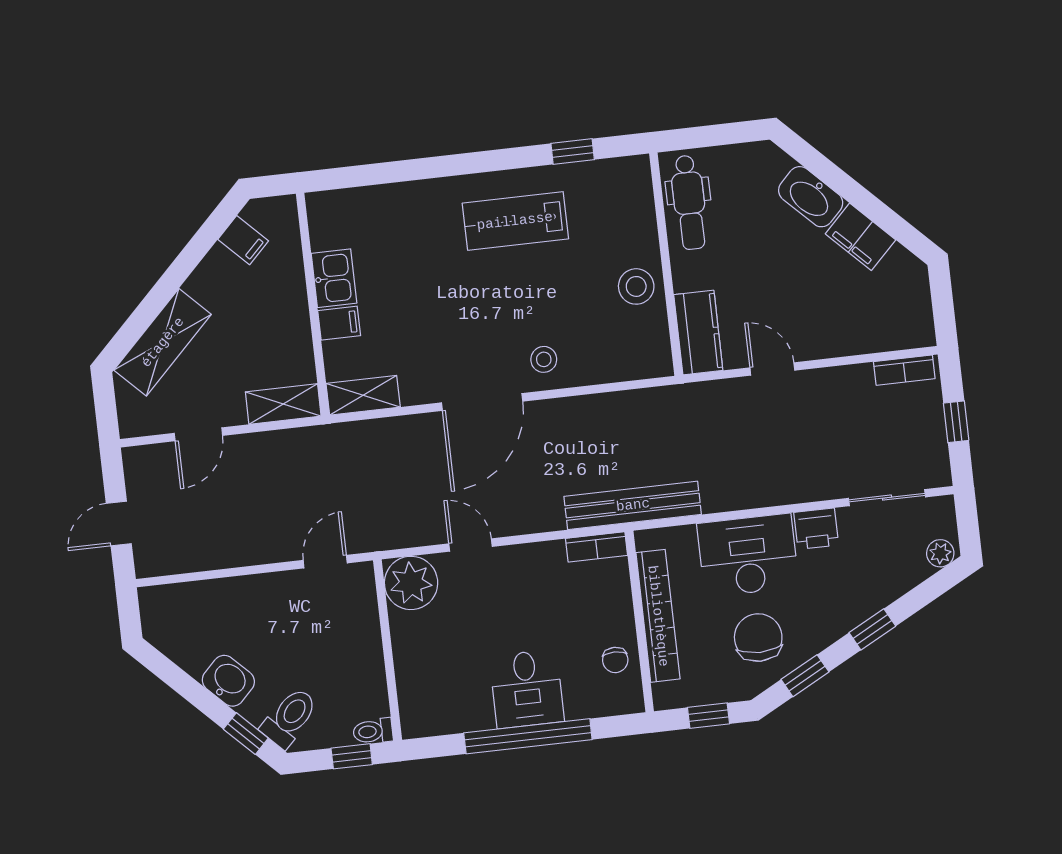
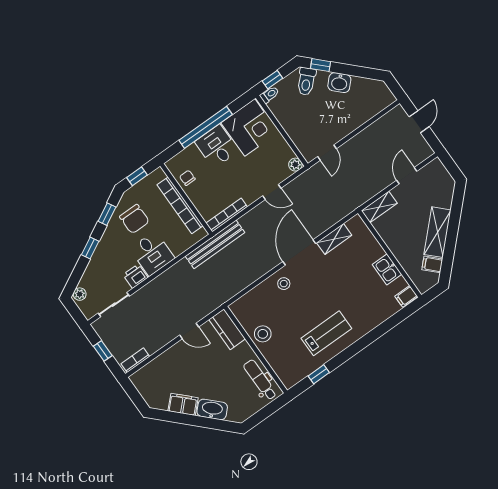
filing cabinet: (339, 323) -> (406, 296), moved
shelving: (163, 342) -> (437, 232), moved
shelving: (363, 395) -> (334, 239), moved
bookcase: (597, 547) -> (227, 215), width x1.56
desk: (748, 555) -> (152, 254), width x0.73
plant: (411, 583) -> (295, 165), width x0.53, depth x0.53
corner desk: (445, 690) -> (250, 127), added

